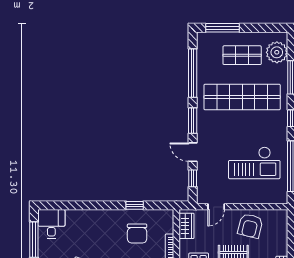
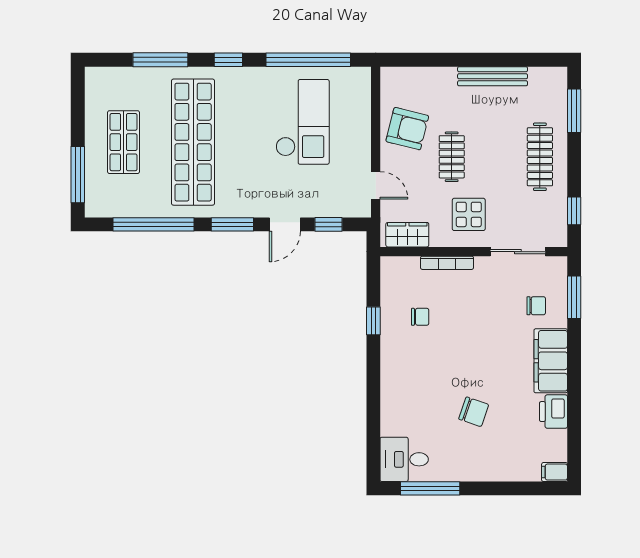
plant: (277, 52) -> (119, 84), removed
chair: (137, 234) -> (420, 317), width x0.54, depth x0.54

